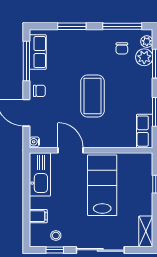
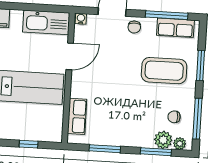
coffee table: (92, 96) -> (164, 71), moved
row of seats: (145, 131) -> (77, 116), moved, turned 90

